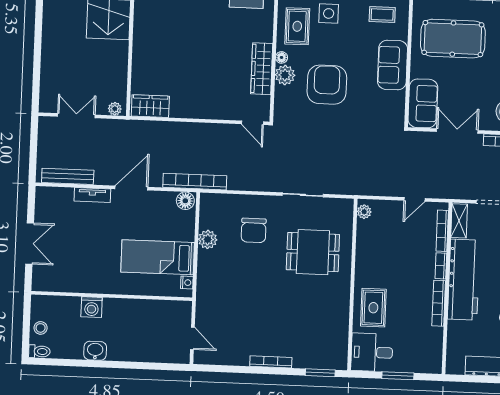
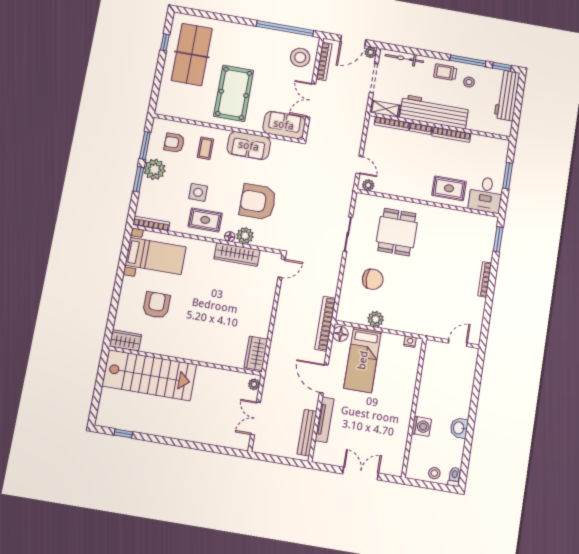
tv unit: (92, 195) -> (325, 420), width x1.41
door: (414, 199) -> (359, 165), moved
bed: (158, 257) -> (363, 360), moved

